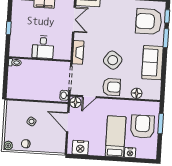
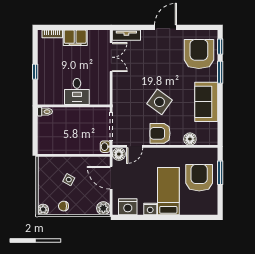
armchair: (149, 21) -> (199, 54), turned 90
fireplace: (78, 52) -> (118, 95), removed
armchair: (112, 87) -> (160, 133), turned 180
plant: (59, 148) -> (103, 208), added
nightstand: (130, 153) -> (150, 209), moved

